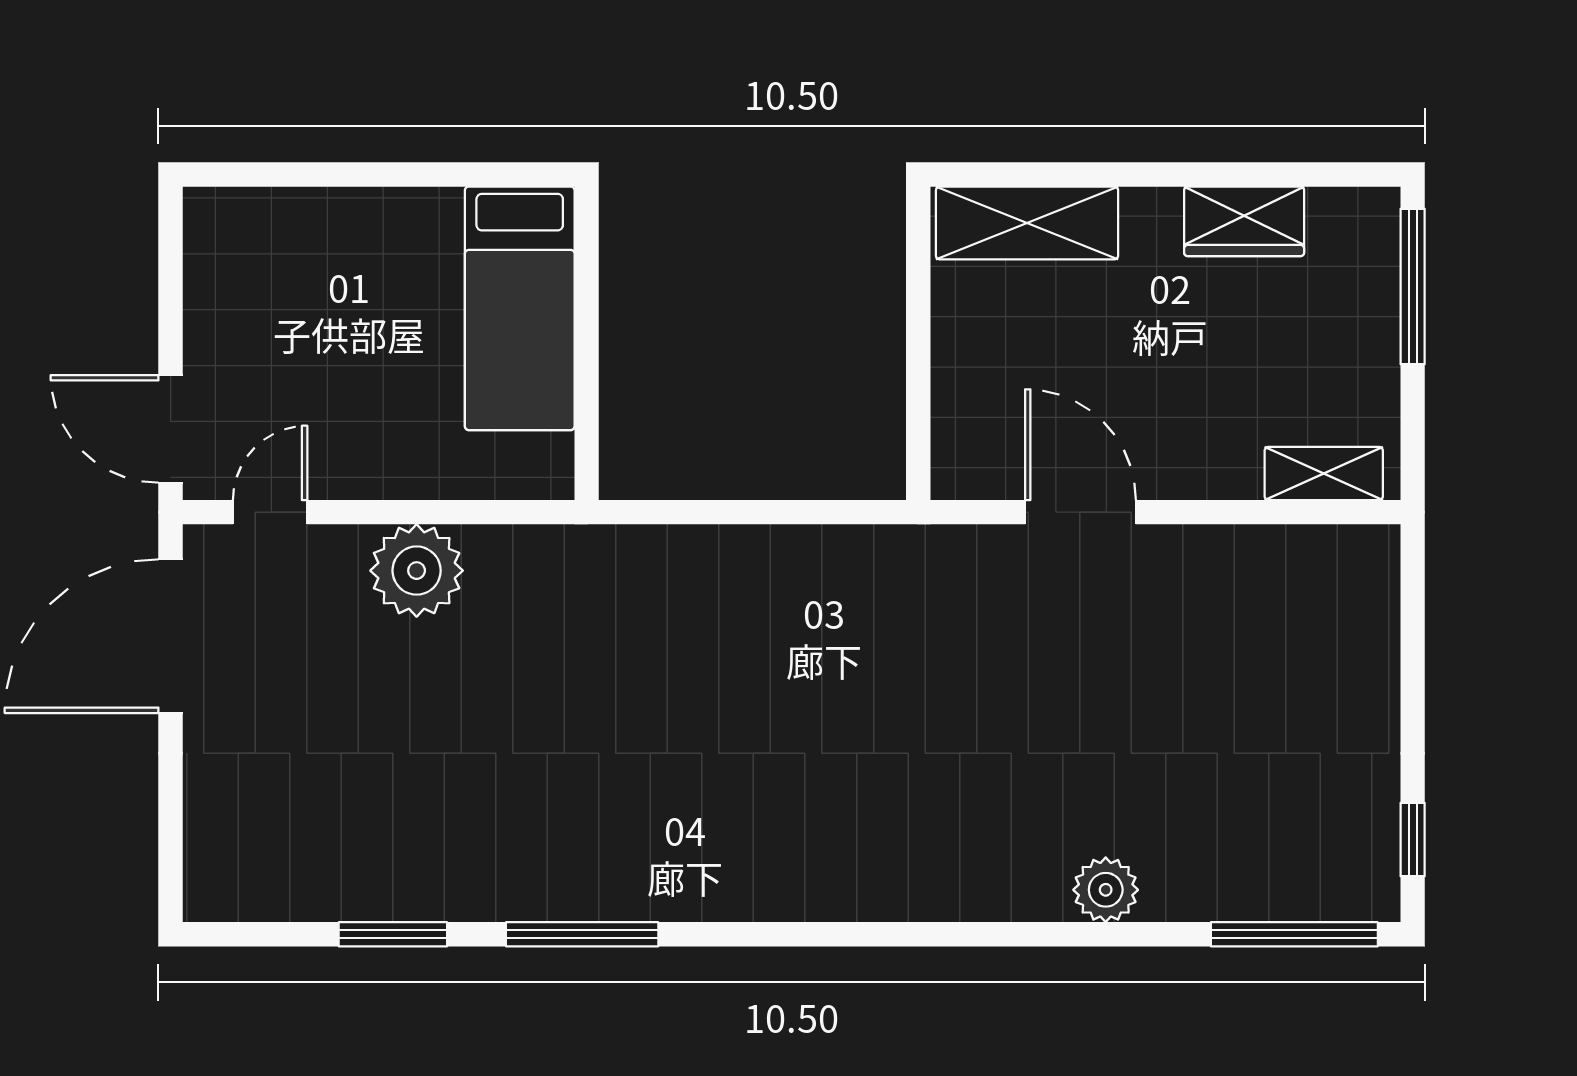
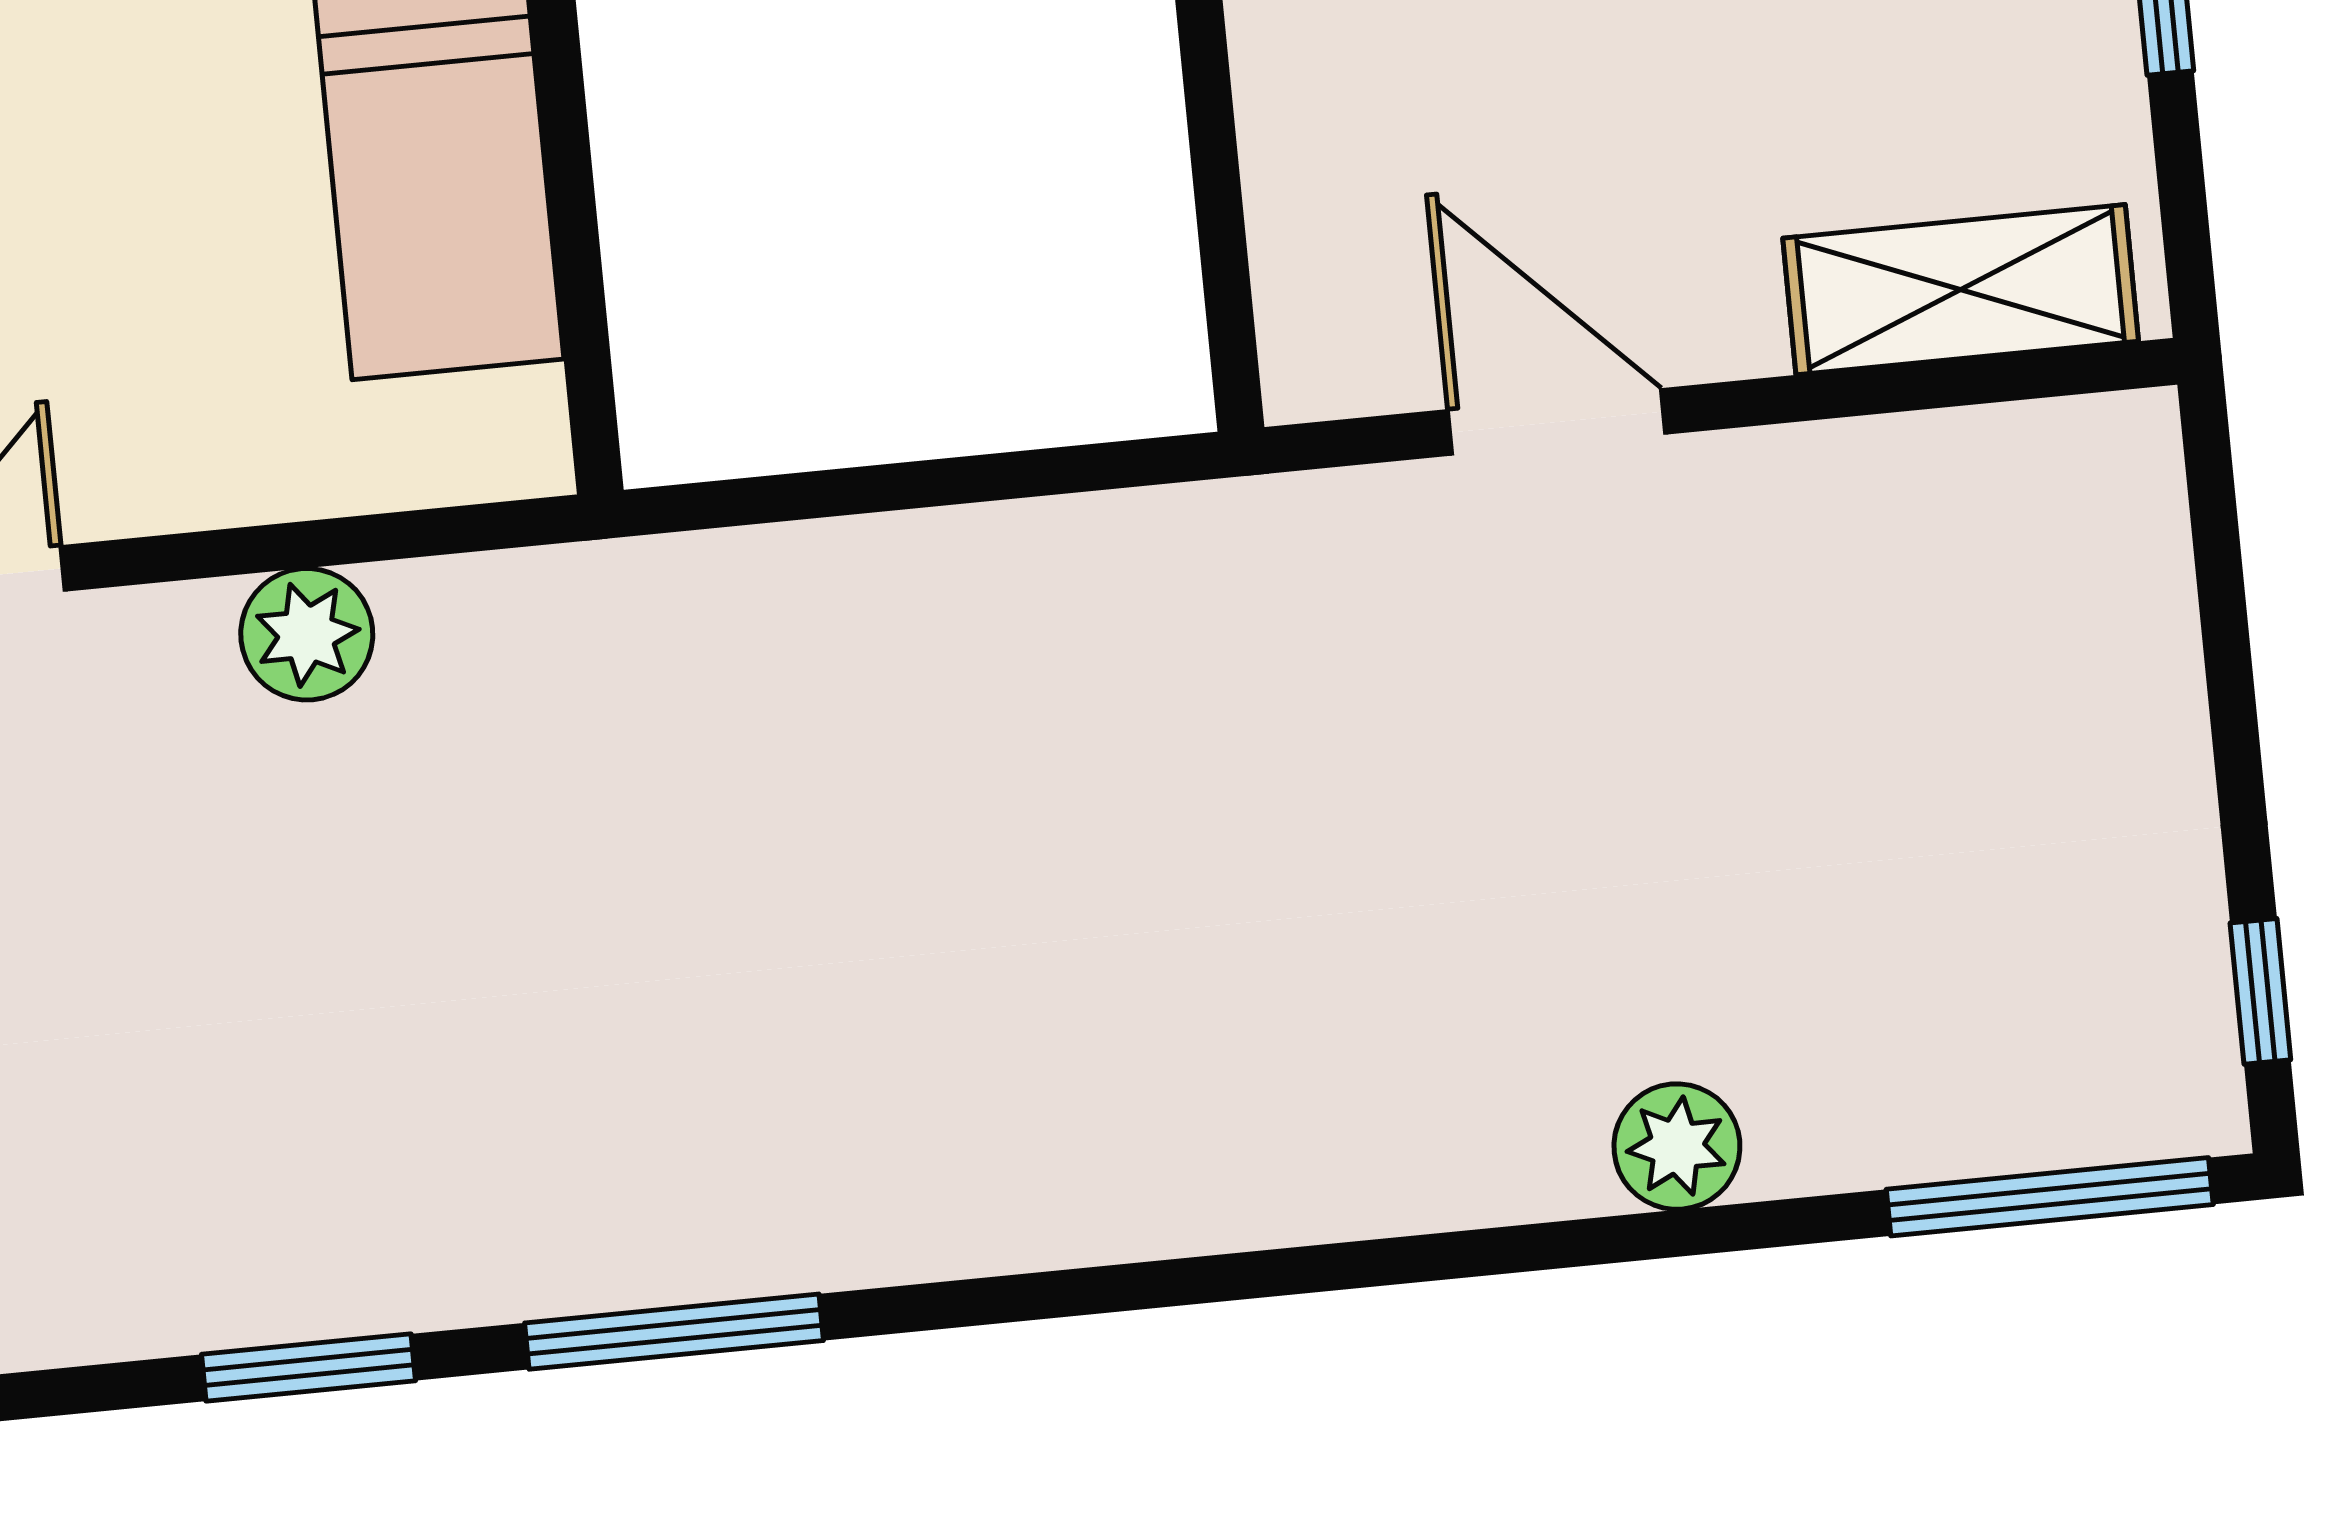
shelving: (1324, 474) -> (1961, 290), width x1.50, depth x1.33
plant: (417, 571) -> (307, 634), width x0.73, depth x0.73

